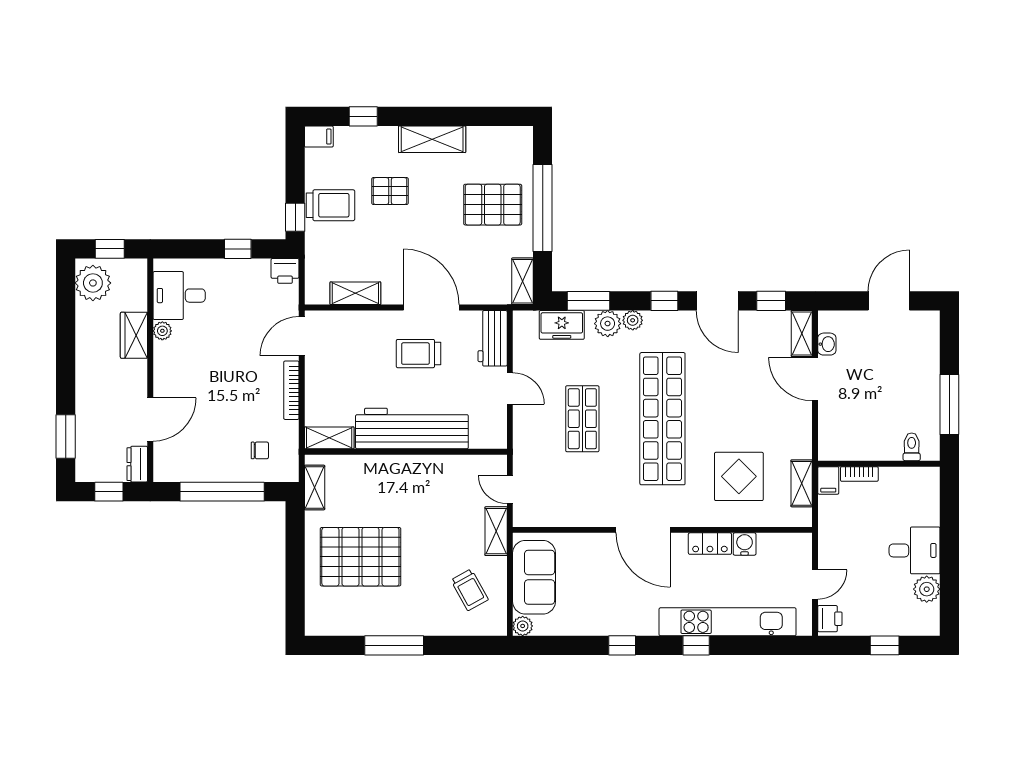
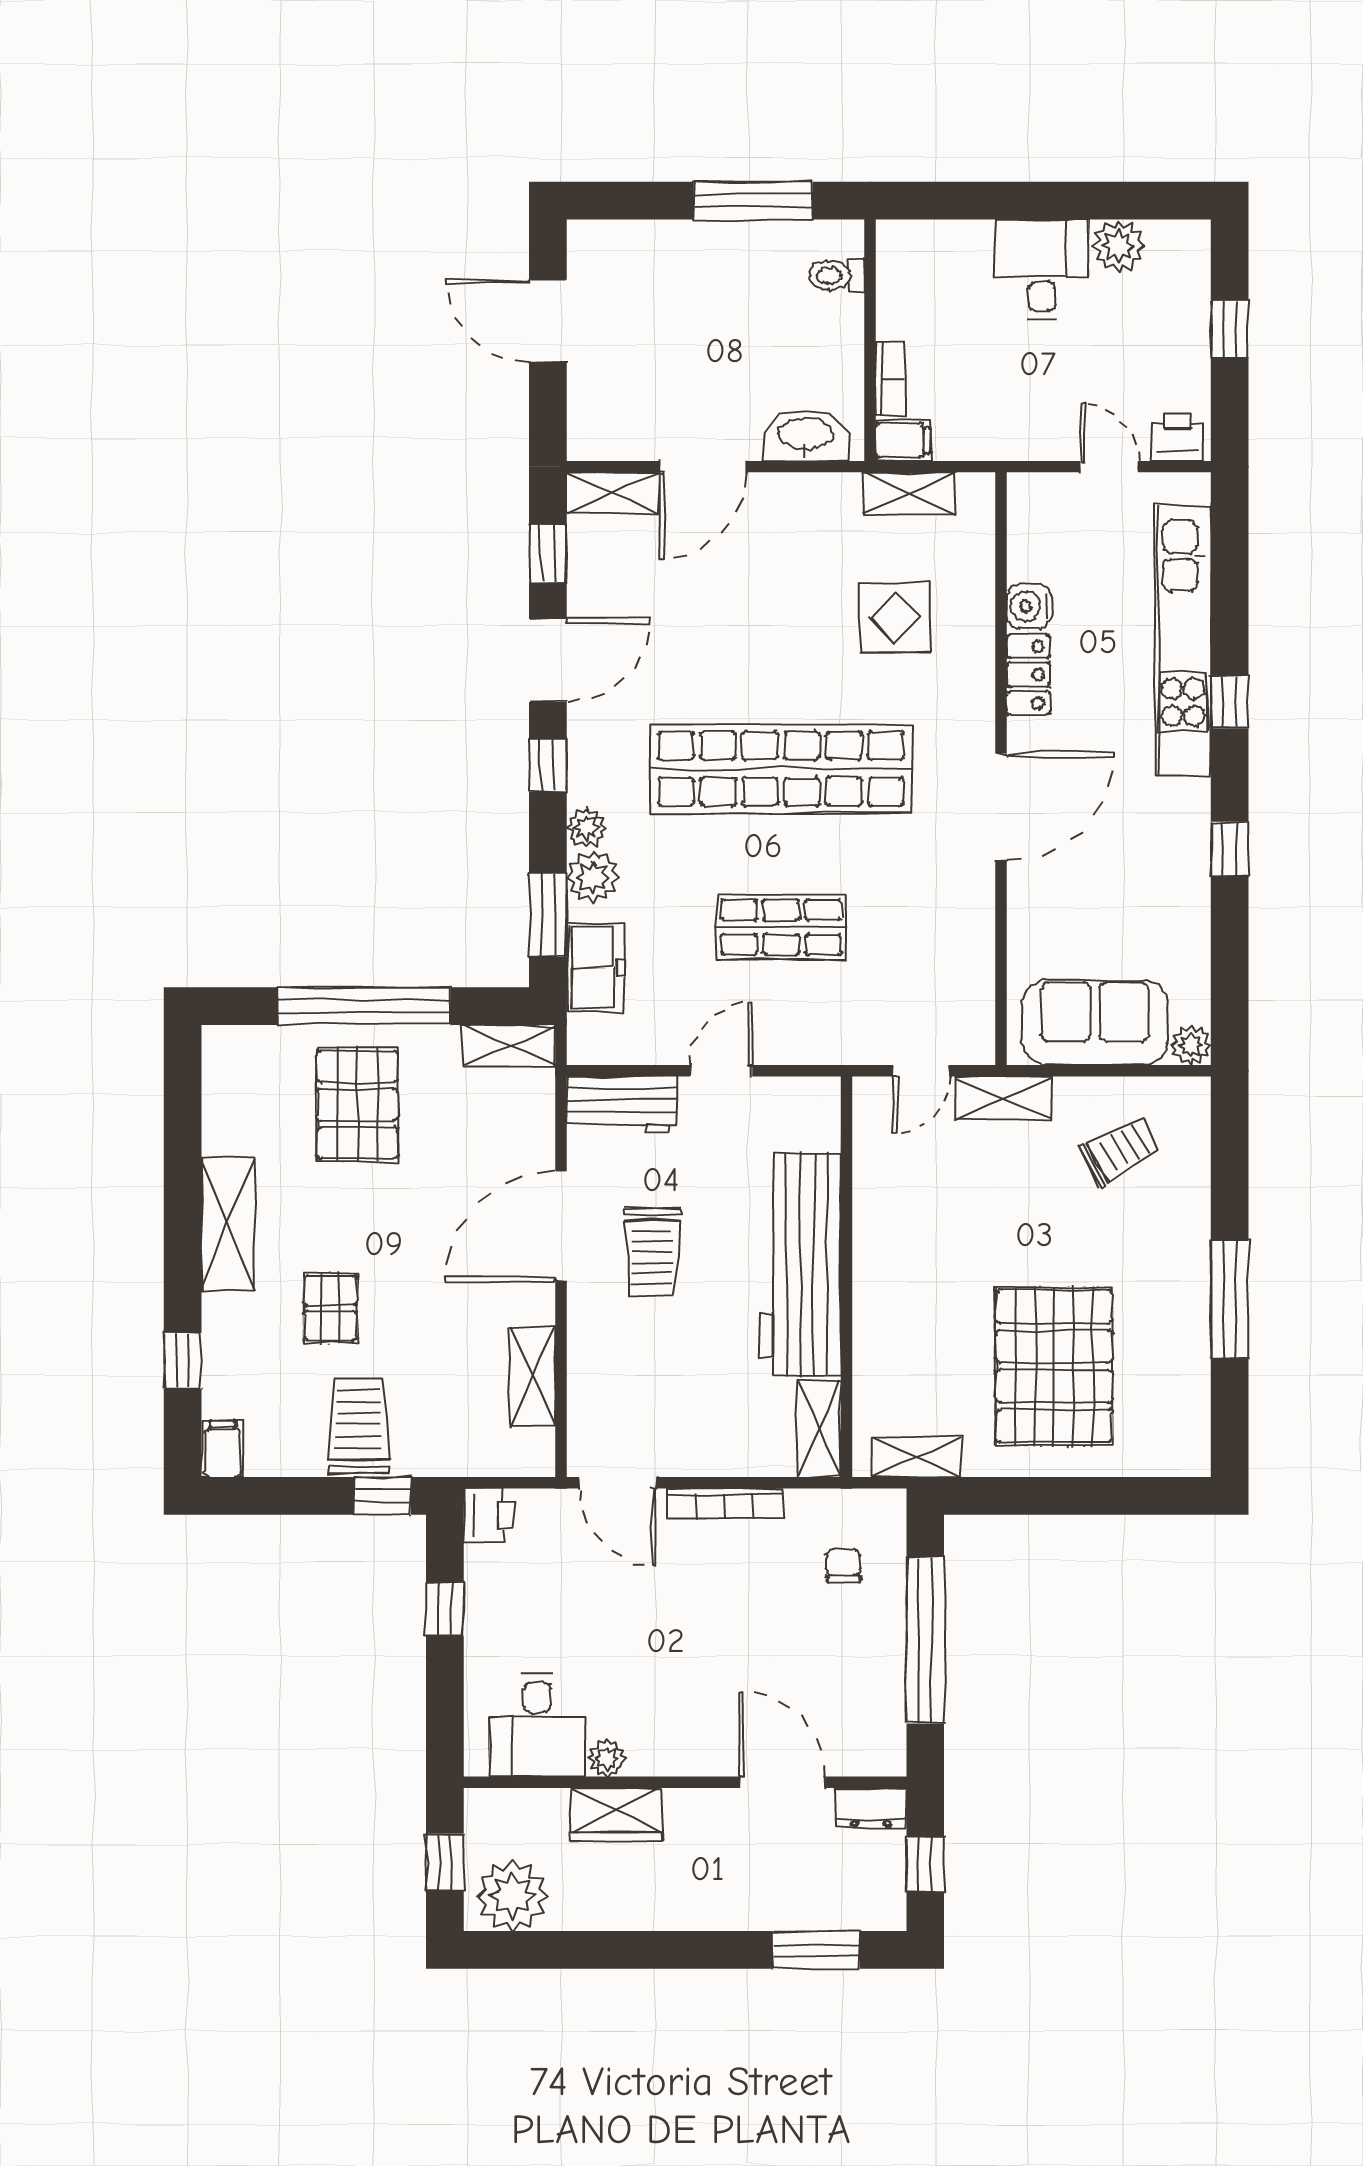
washbasin: (827, 344) -> (806, 435), moved, width x1.91, depth x1.45
display table: (739, 476) -> (895, 617), width x0.73, depth x0.73

